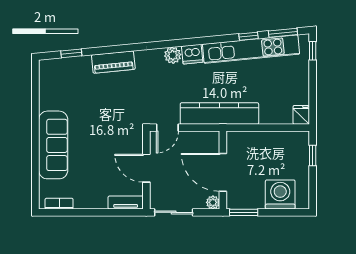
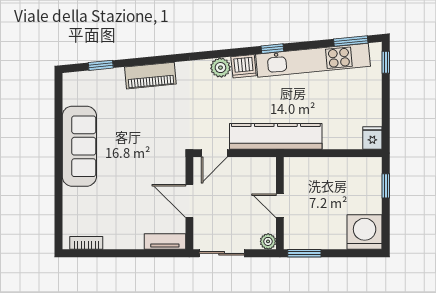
window: (249, 36) -> (272, 49), moved
sofa: (53, 145) -> (79, 146), moved
door: (223, 172) -> (280, 206), width x0.53
washing machine: (280, 195) -> (365, 232), moved

